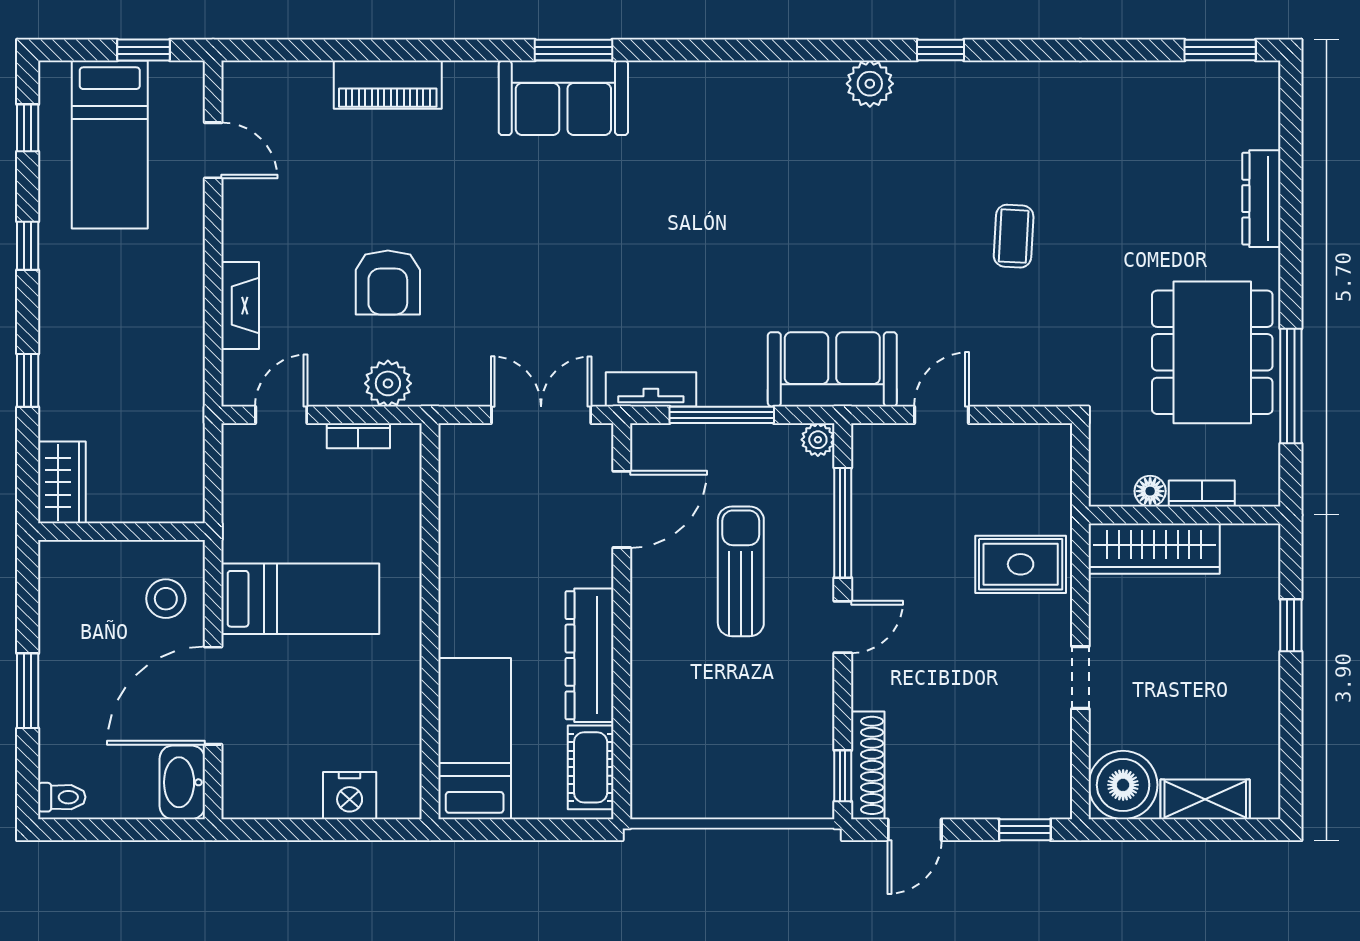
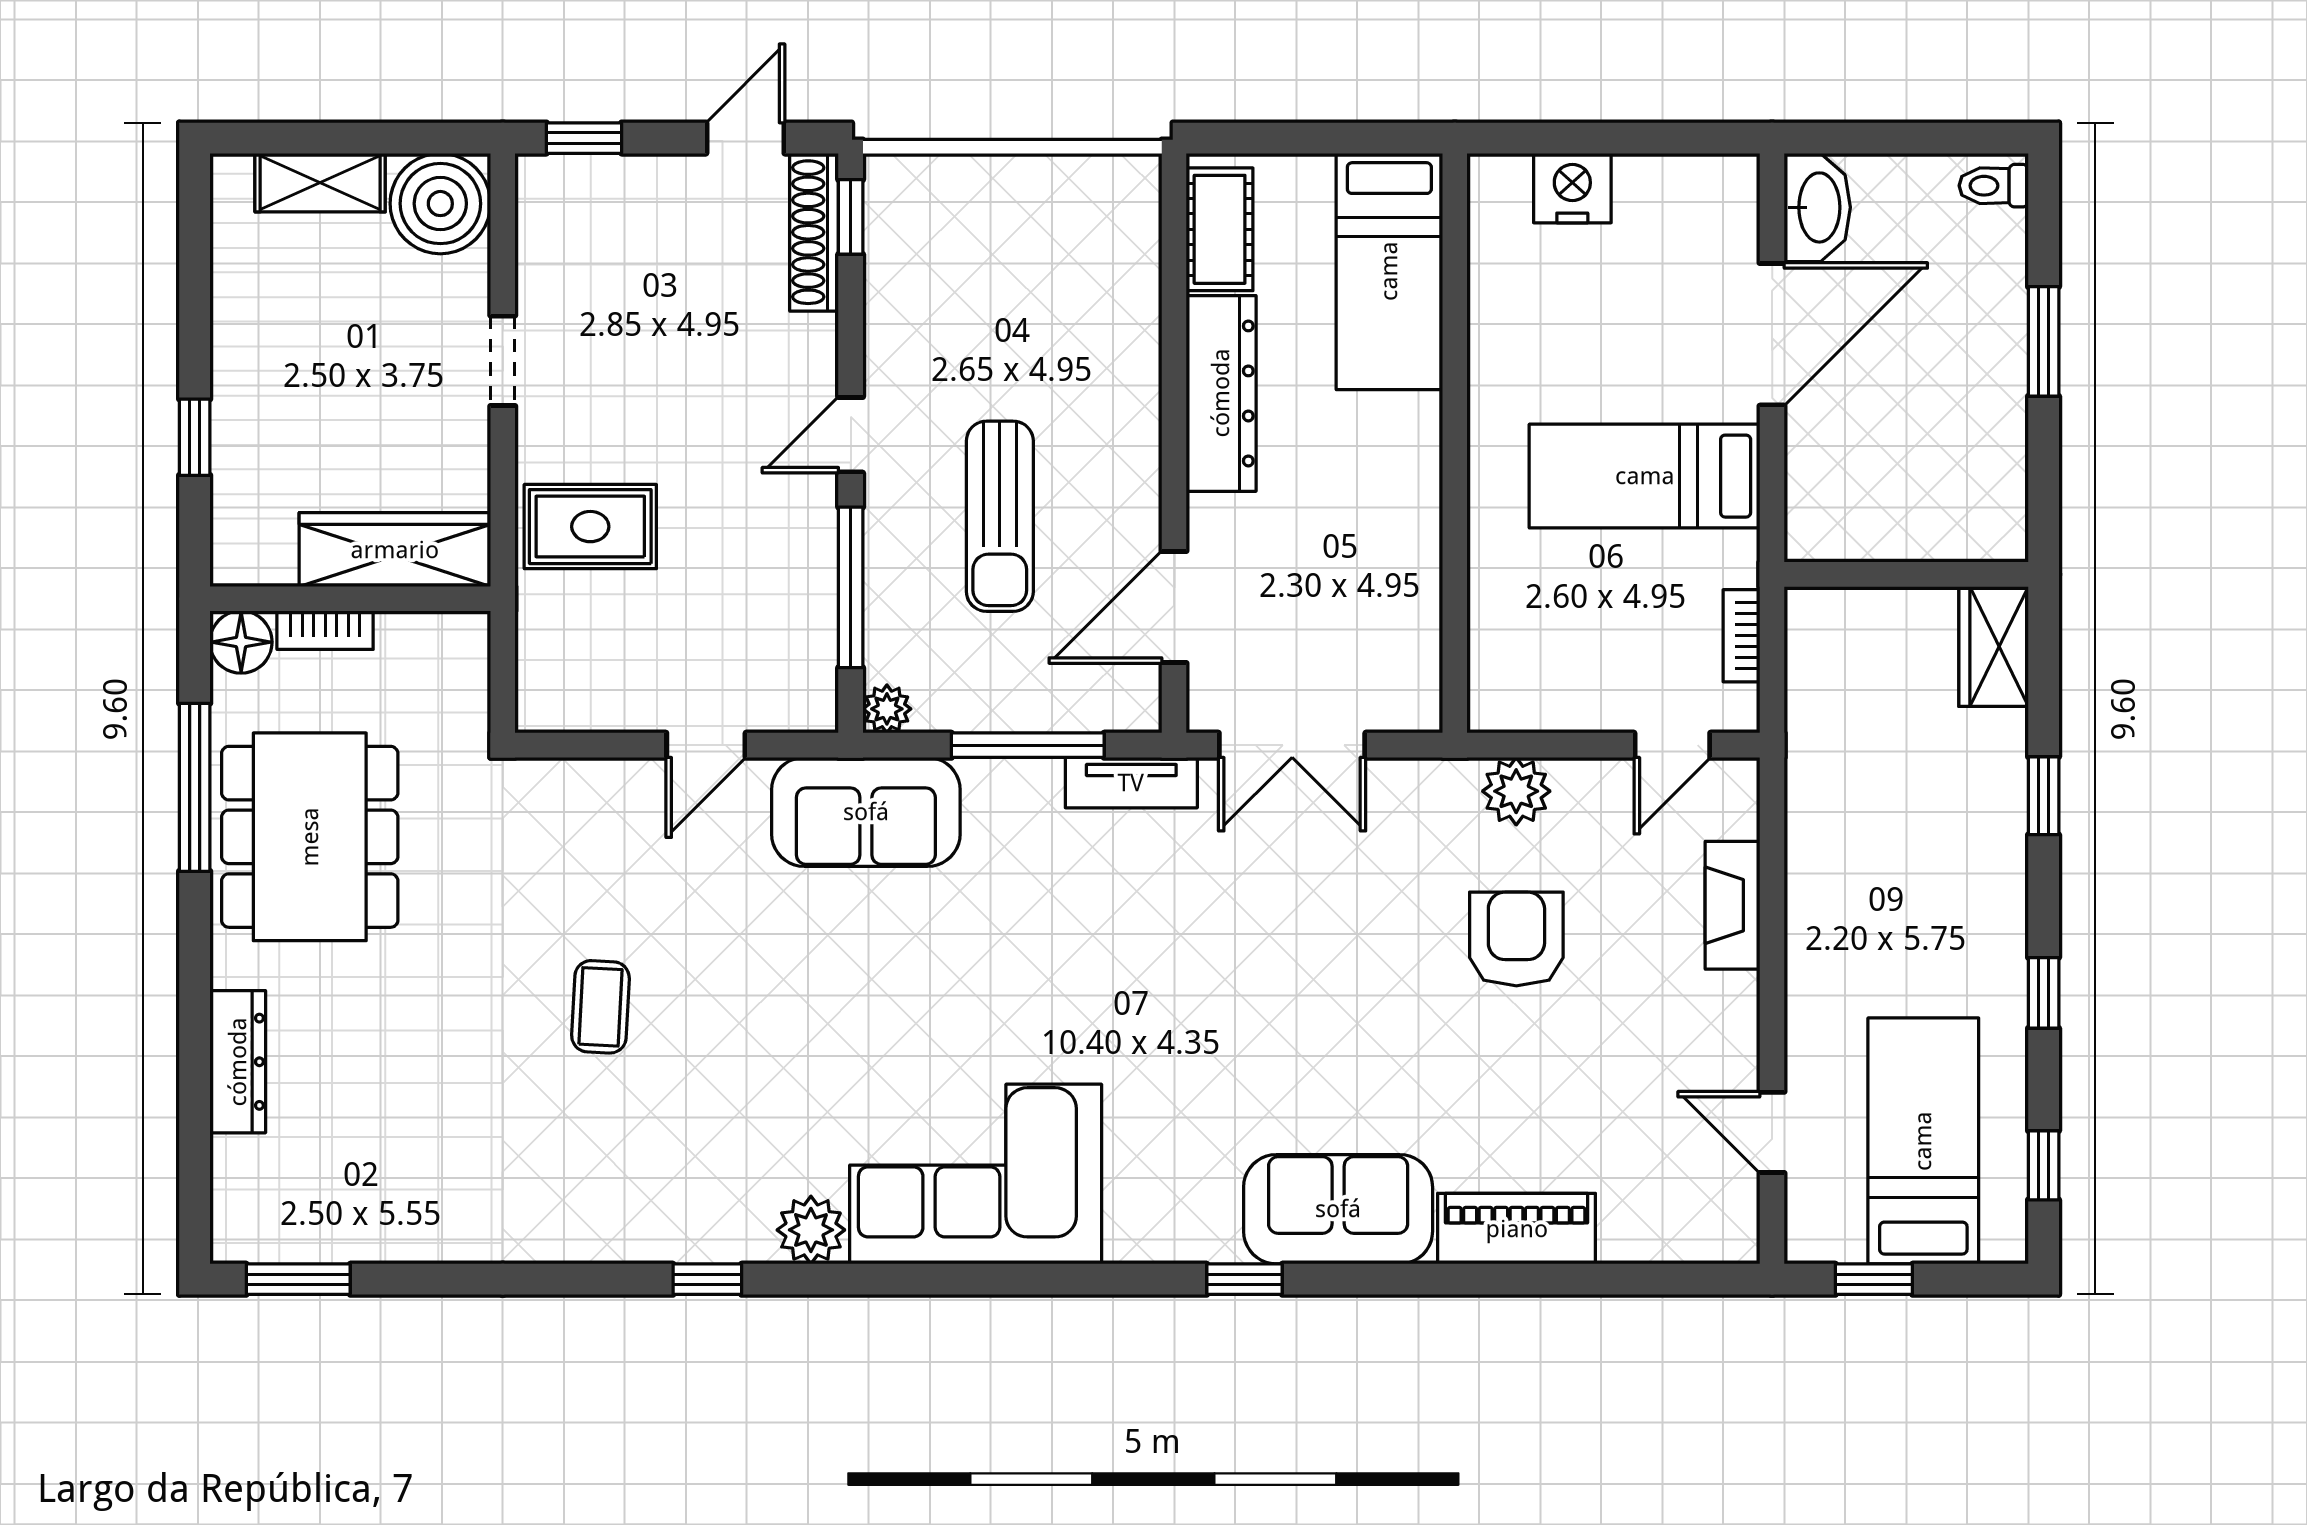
window: (574, 50) -> (1244, 1279), width x0.67
sofa: (563, 98) -> (1338, 1209), moved
corner sofa: (757, 122) -> (976, 1174), added
bookcase: (358, 436) -> (1741, 636), moved, turned -90
floor lamp: (1150, 491) -> (241, 642), moved, width x1.37, depth x1.37
stool: (166, 599) -> (1841, 476), removed

